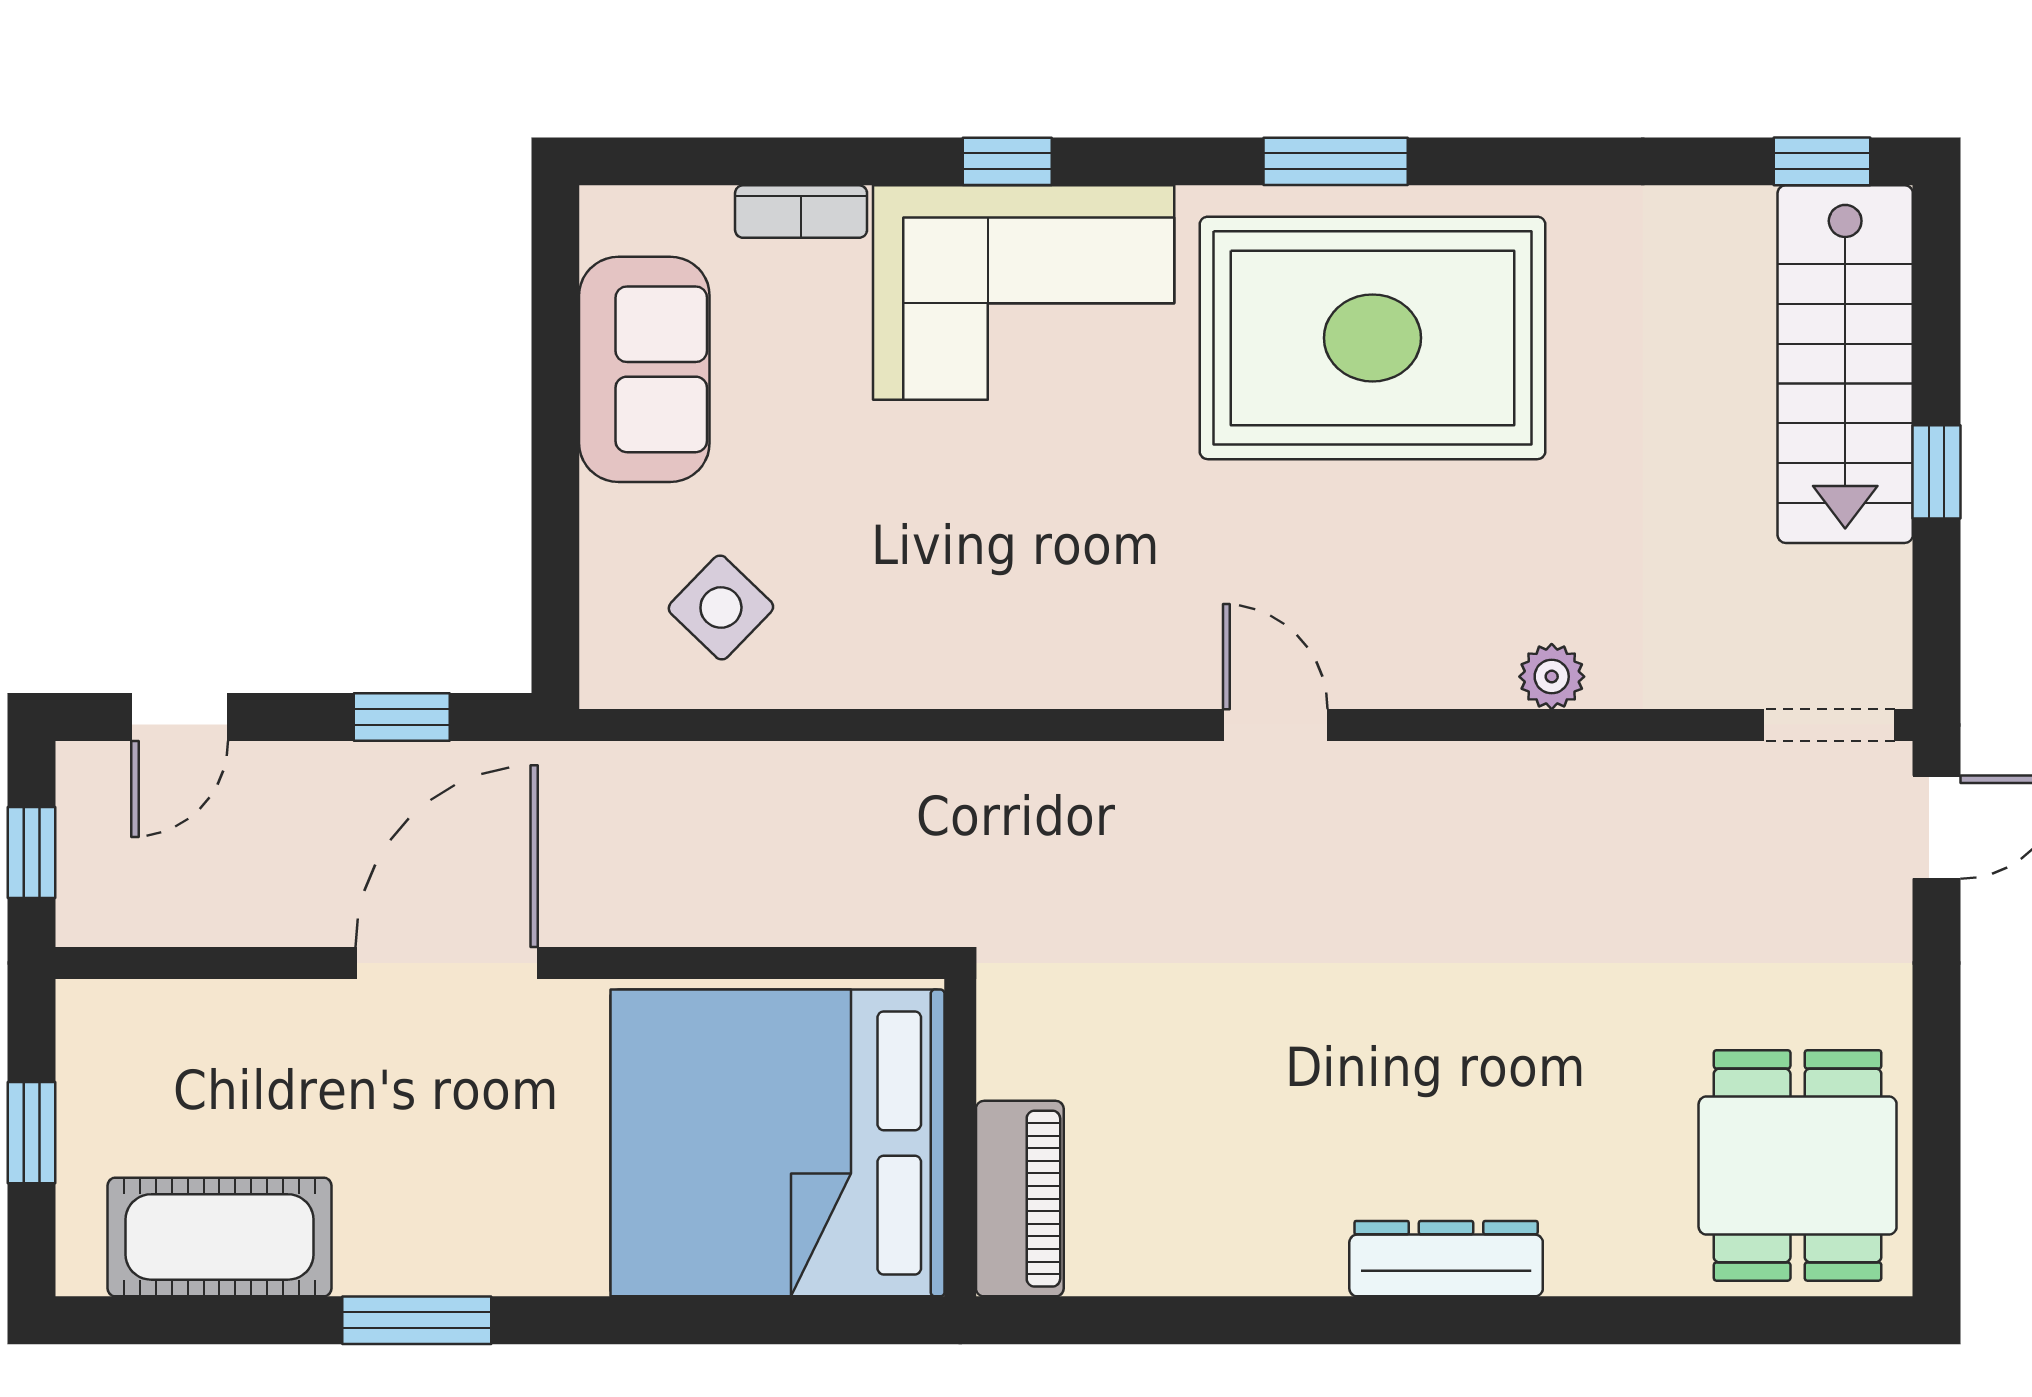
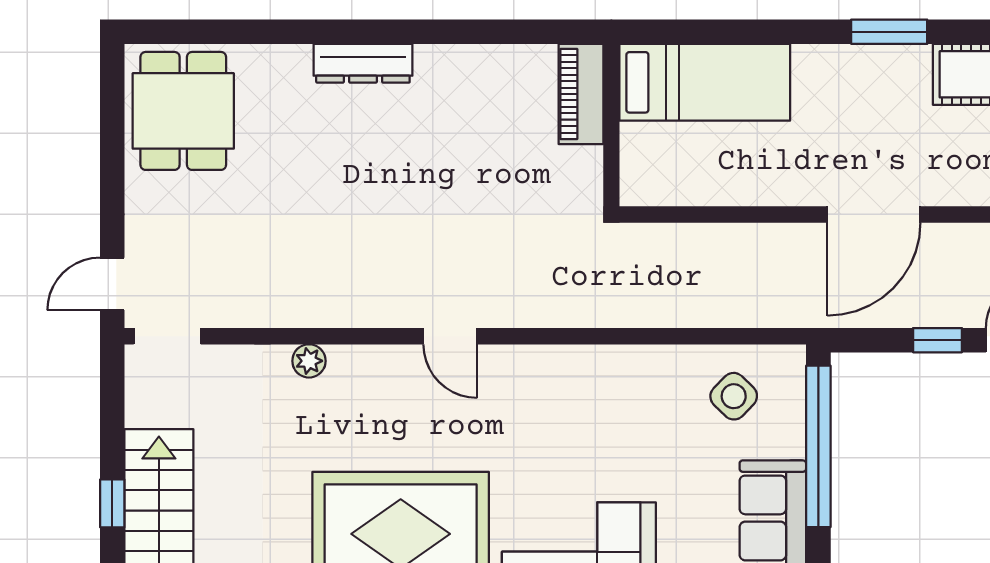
window: (1937, 472) -> (112, 503), moved
window: (555, 509) -> (818, 446), added
window: (402, 717) -> (937, 340), moved
bed: (777, 1143) -> (705, 82), width x0.49

